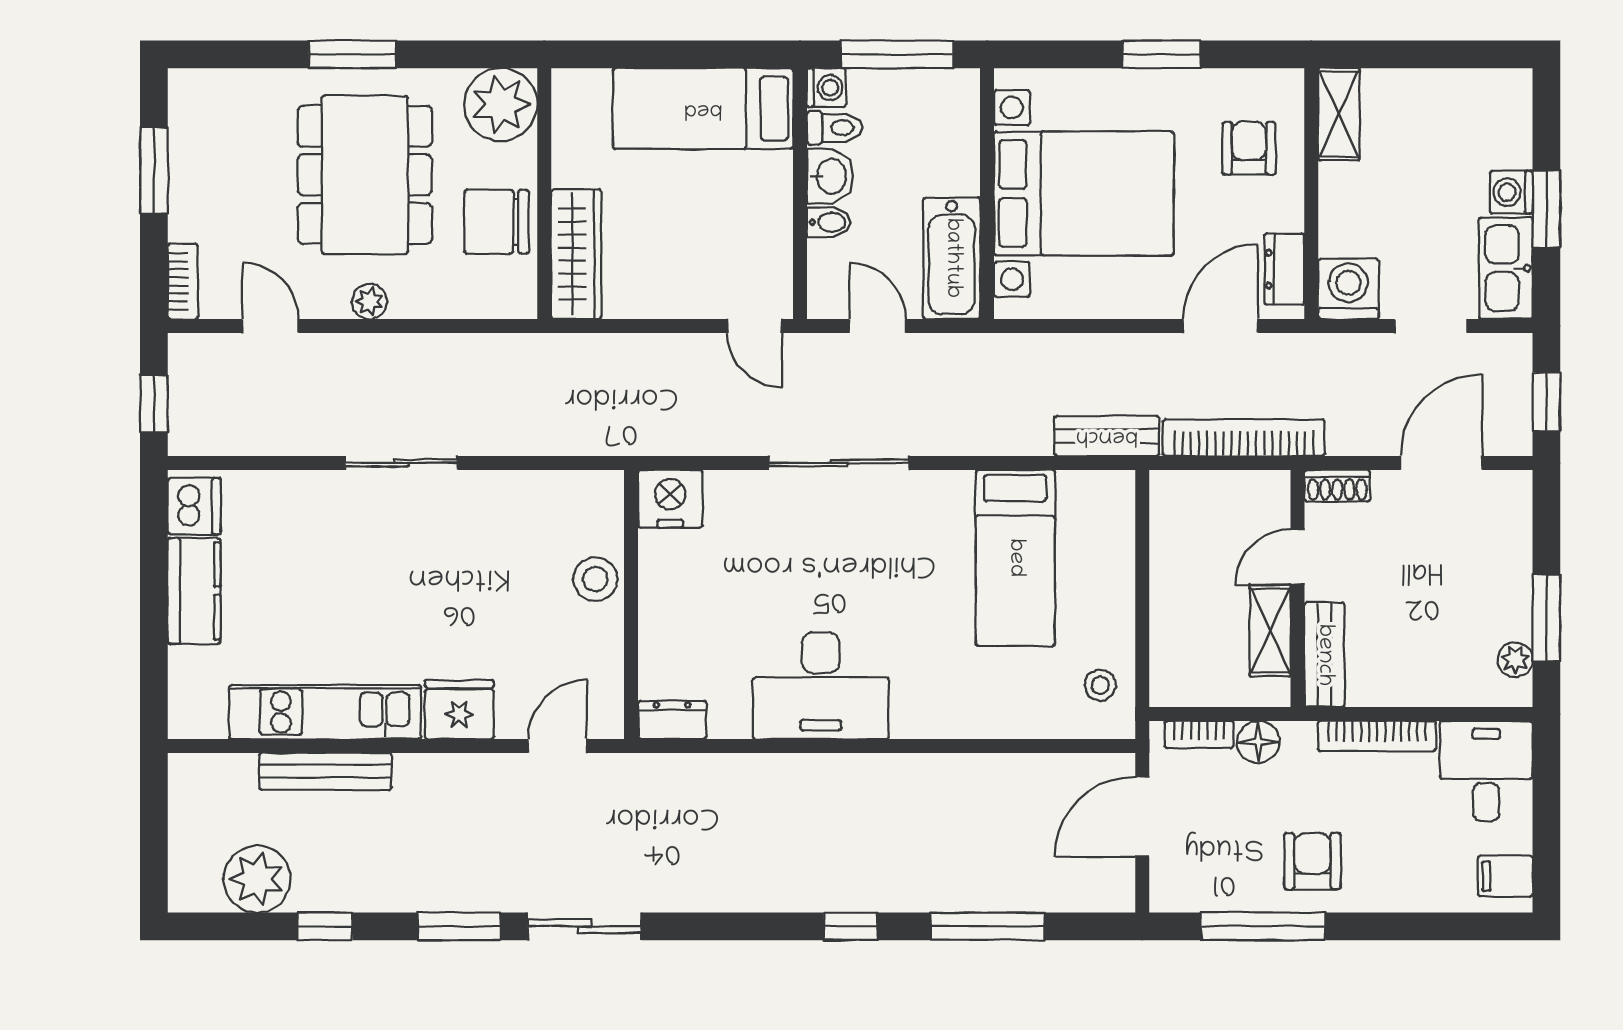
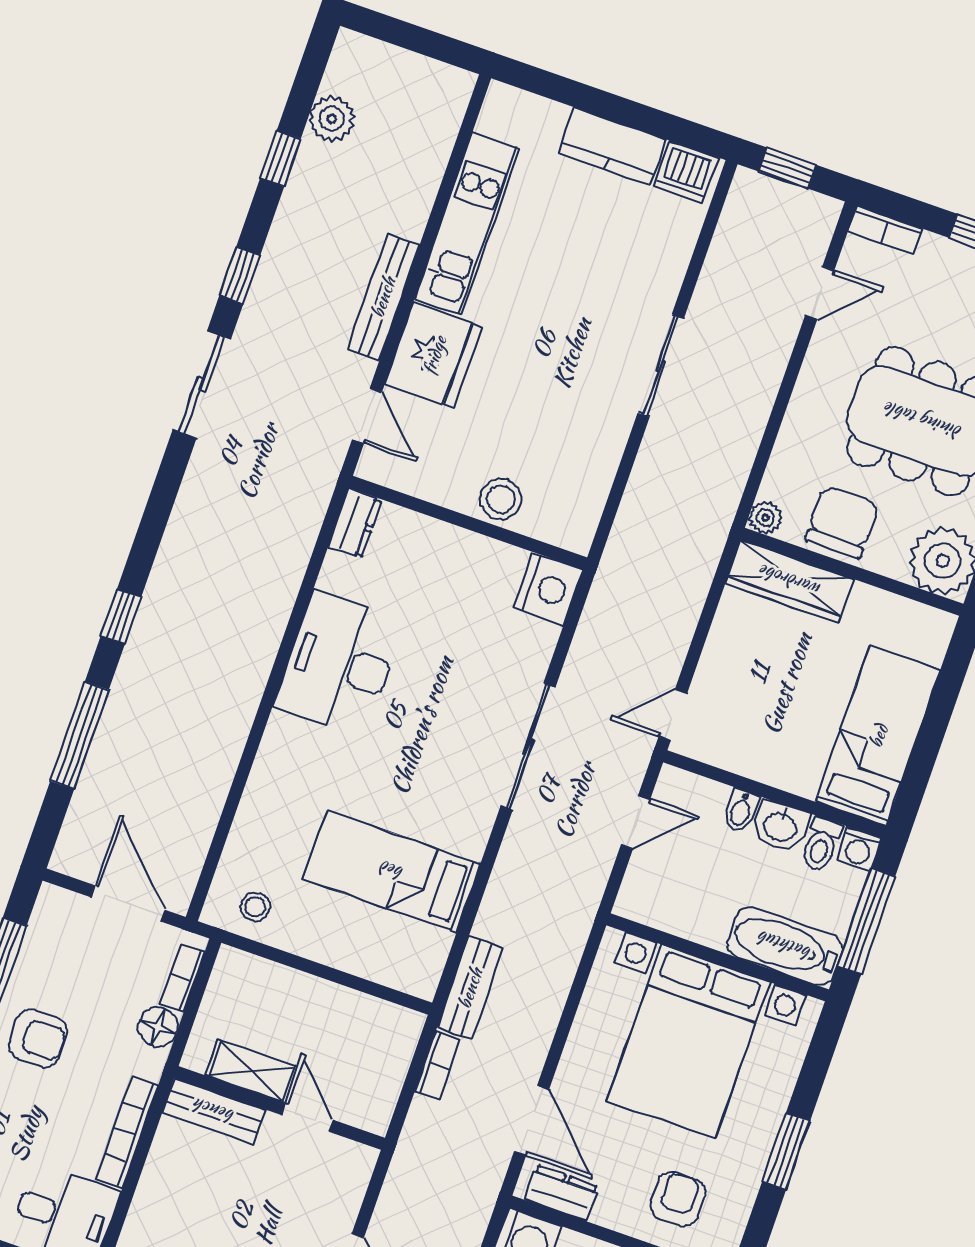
armchair: (1249, 148) -> (678, 1199), turned -90
bathtub: (952, 258) -> (785, 946), moved
plant: (369, 302) -> (765, 518), moved
bookcase: (1244, 438) -> (437, 1065), width x0.43, depth x0.76
shoe rack: (1337, 486) -> (357, 1174), removed
fridge: (459, 709) -> (434, 355), width x1.36, depth x1.34
bench: (325, 771) -> (383, 297), moved
plant: (257, 879) -> (332, 119), width x0.73, depth x0.73
window: (459, 926) -> (240, 275), width x0.67

